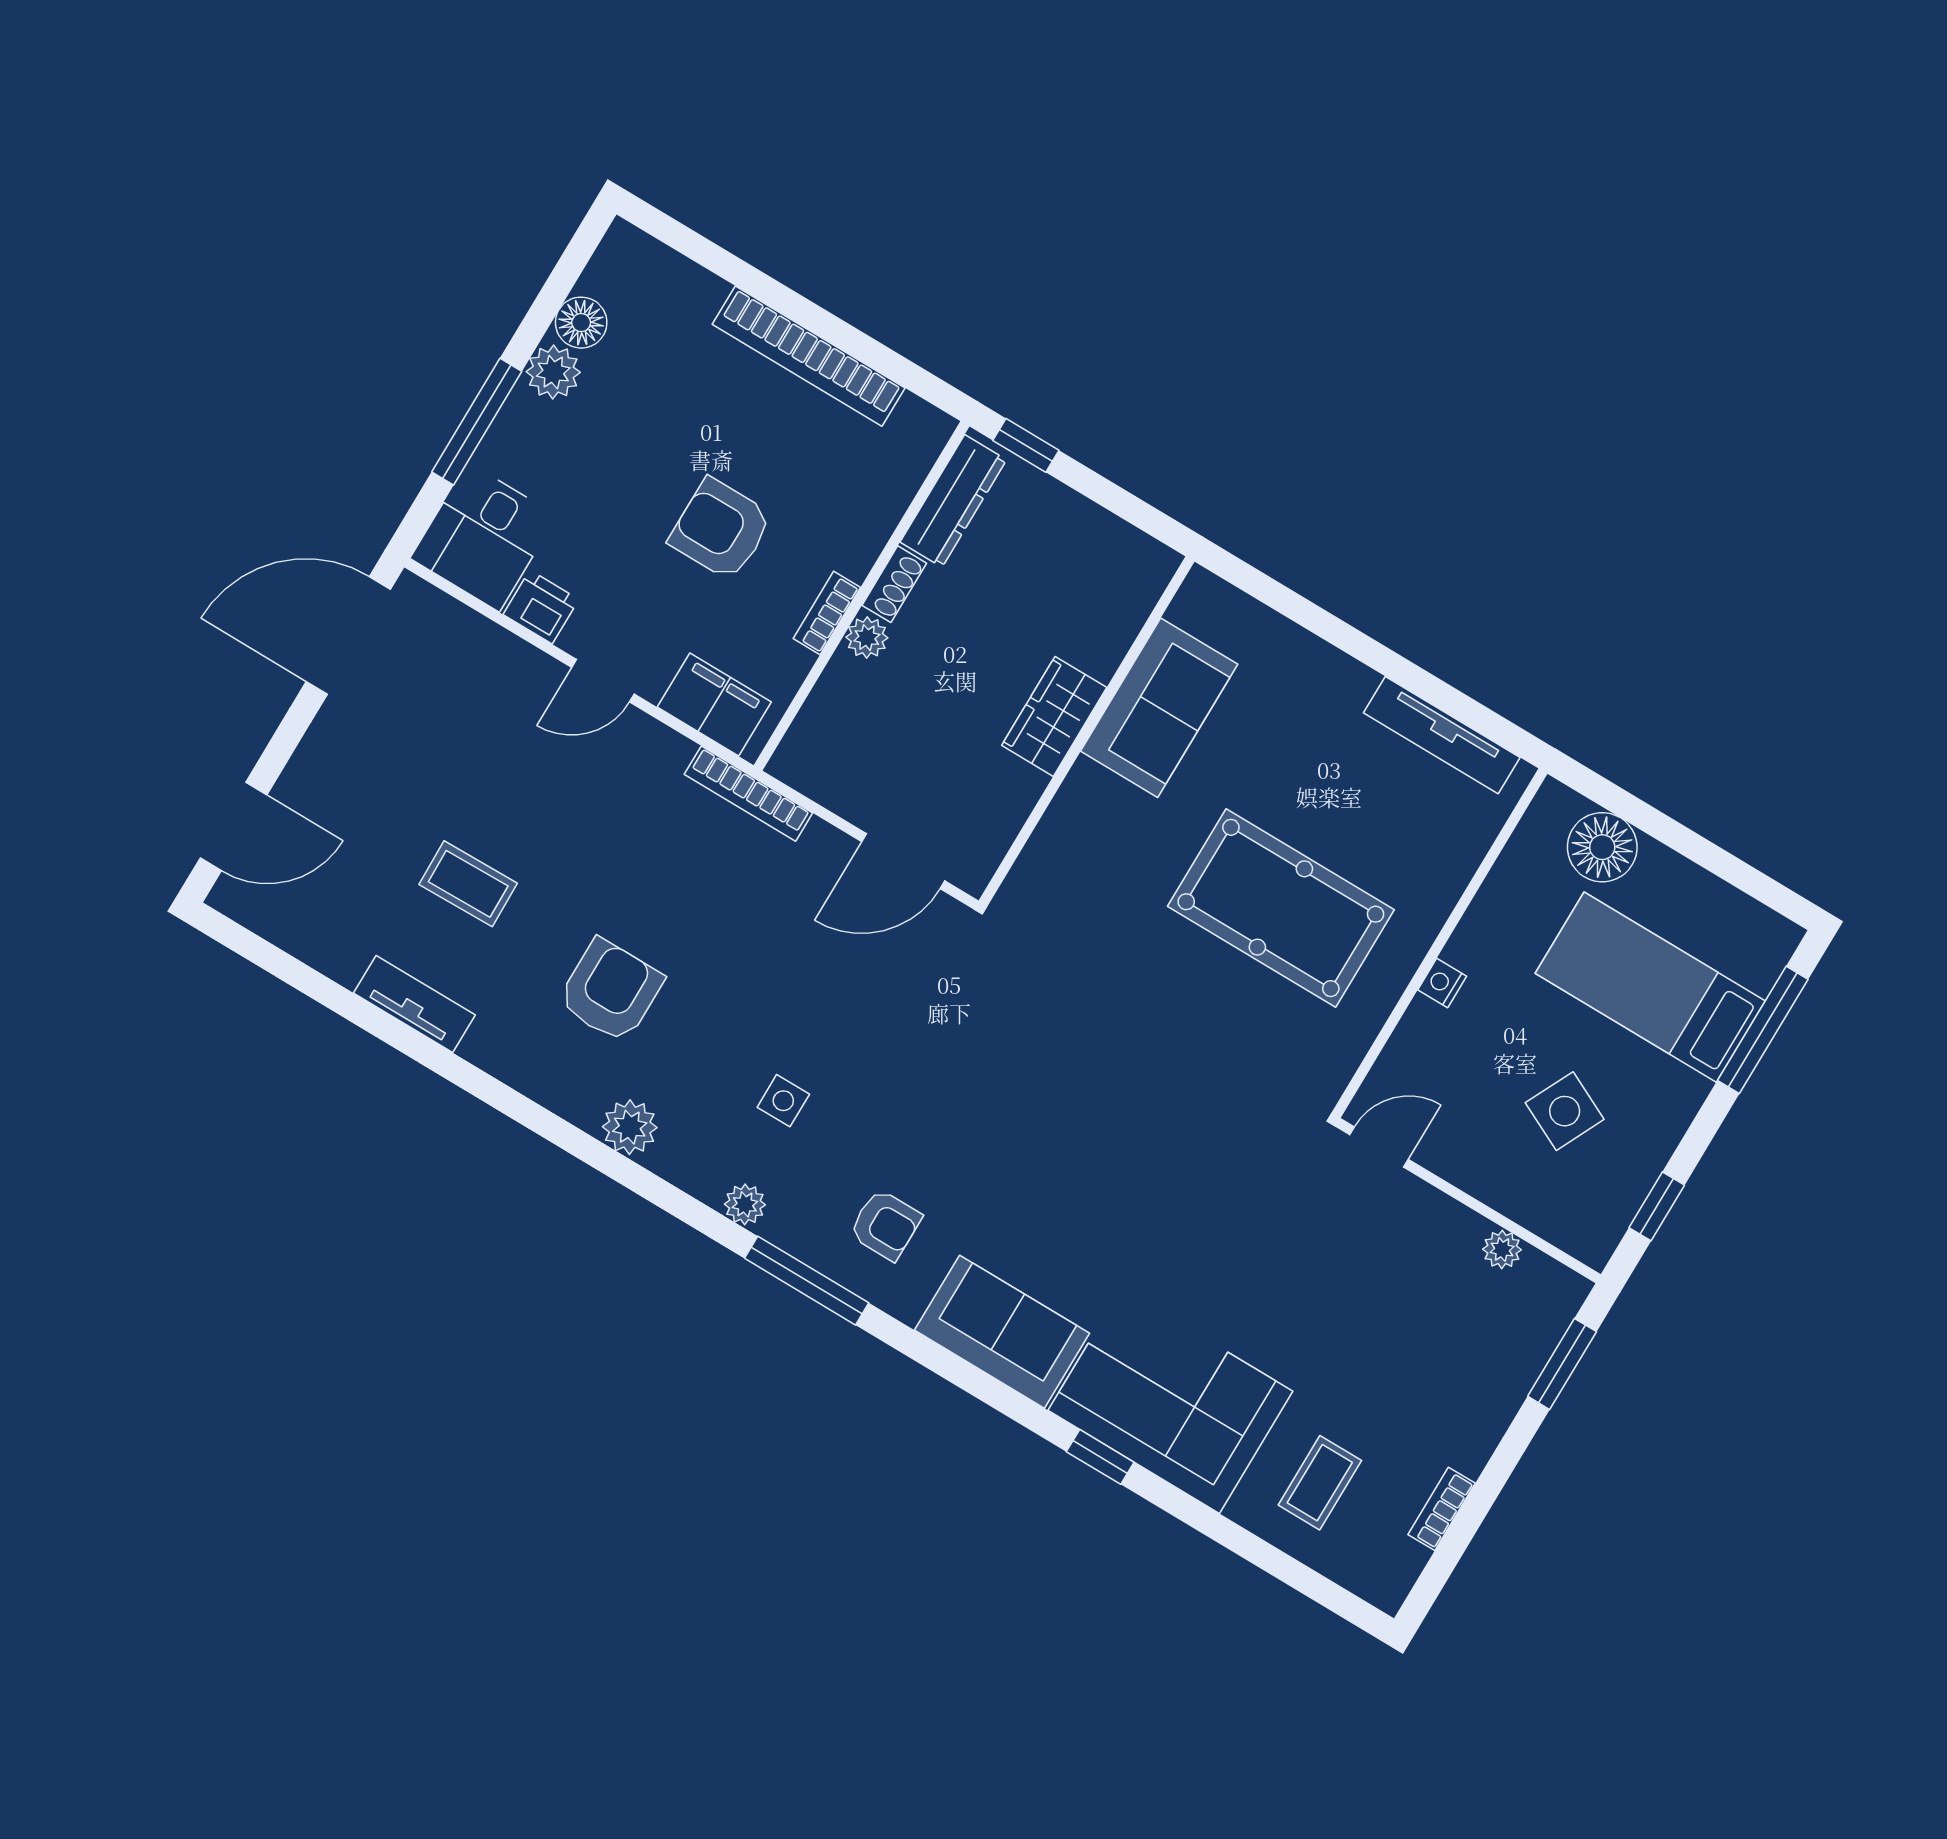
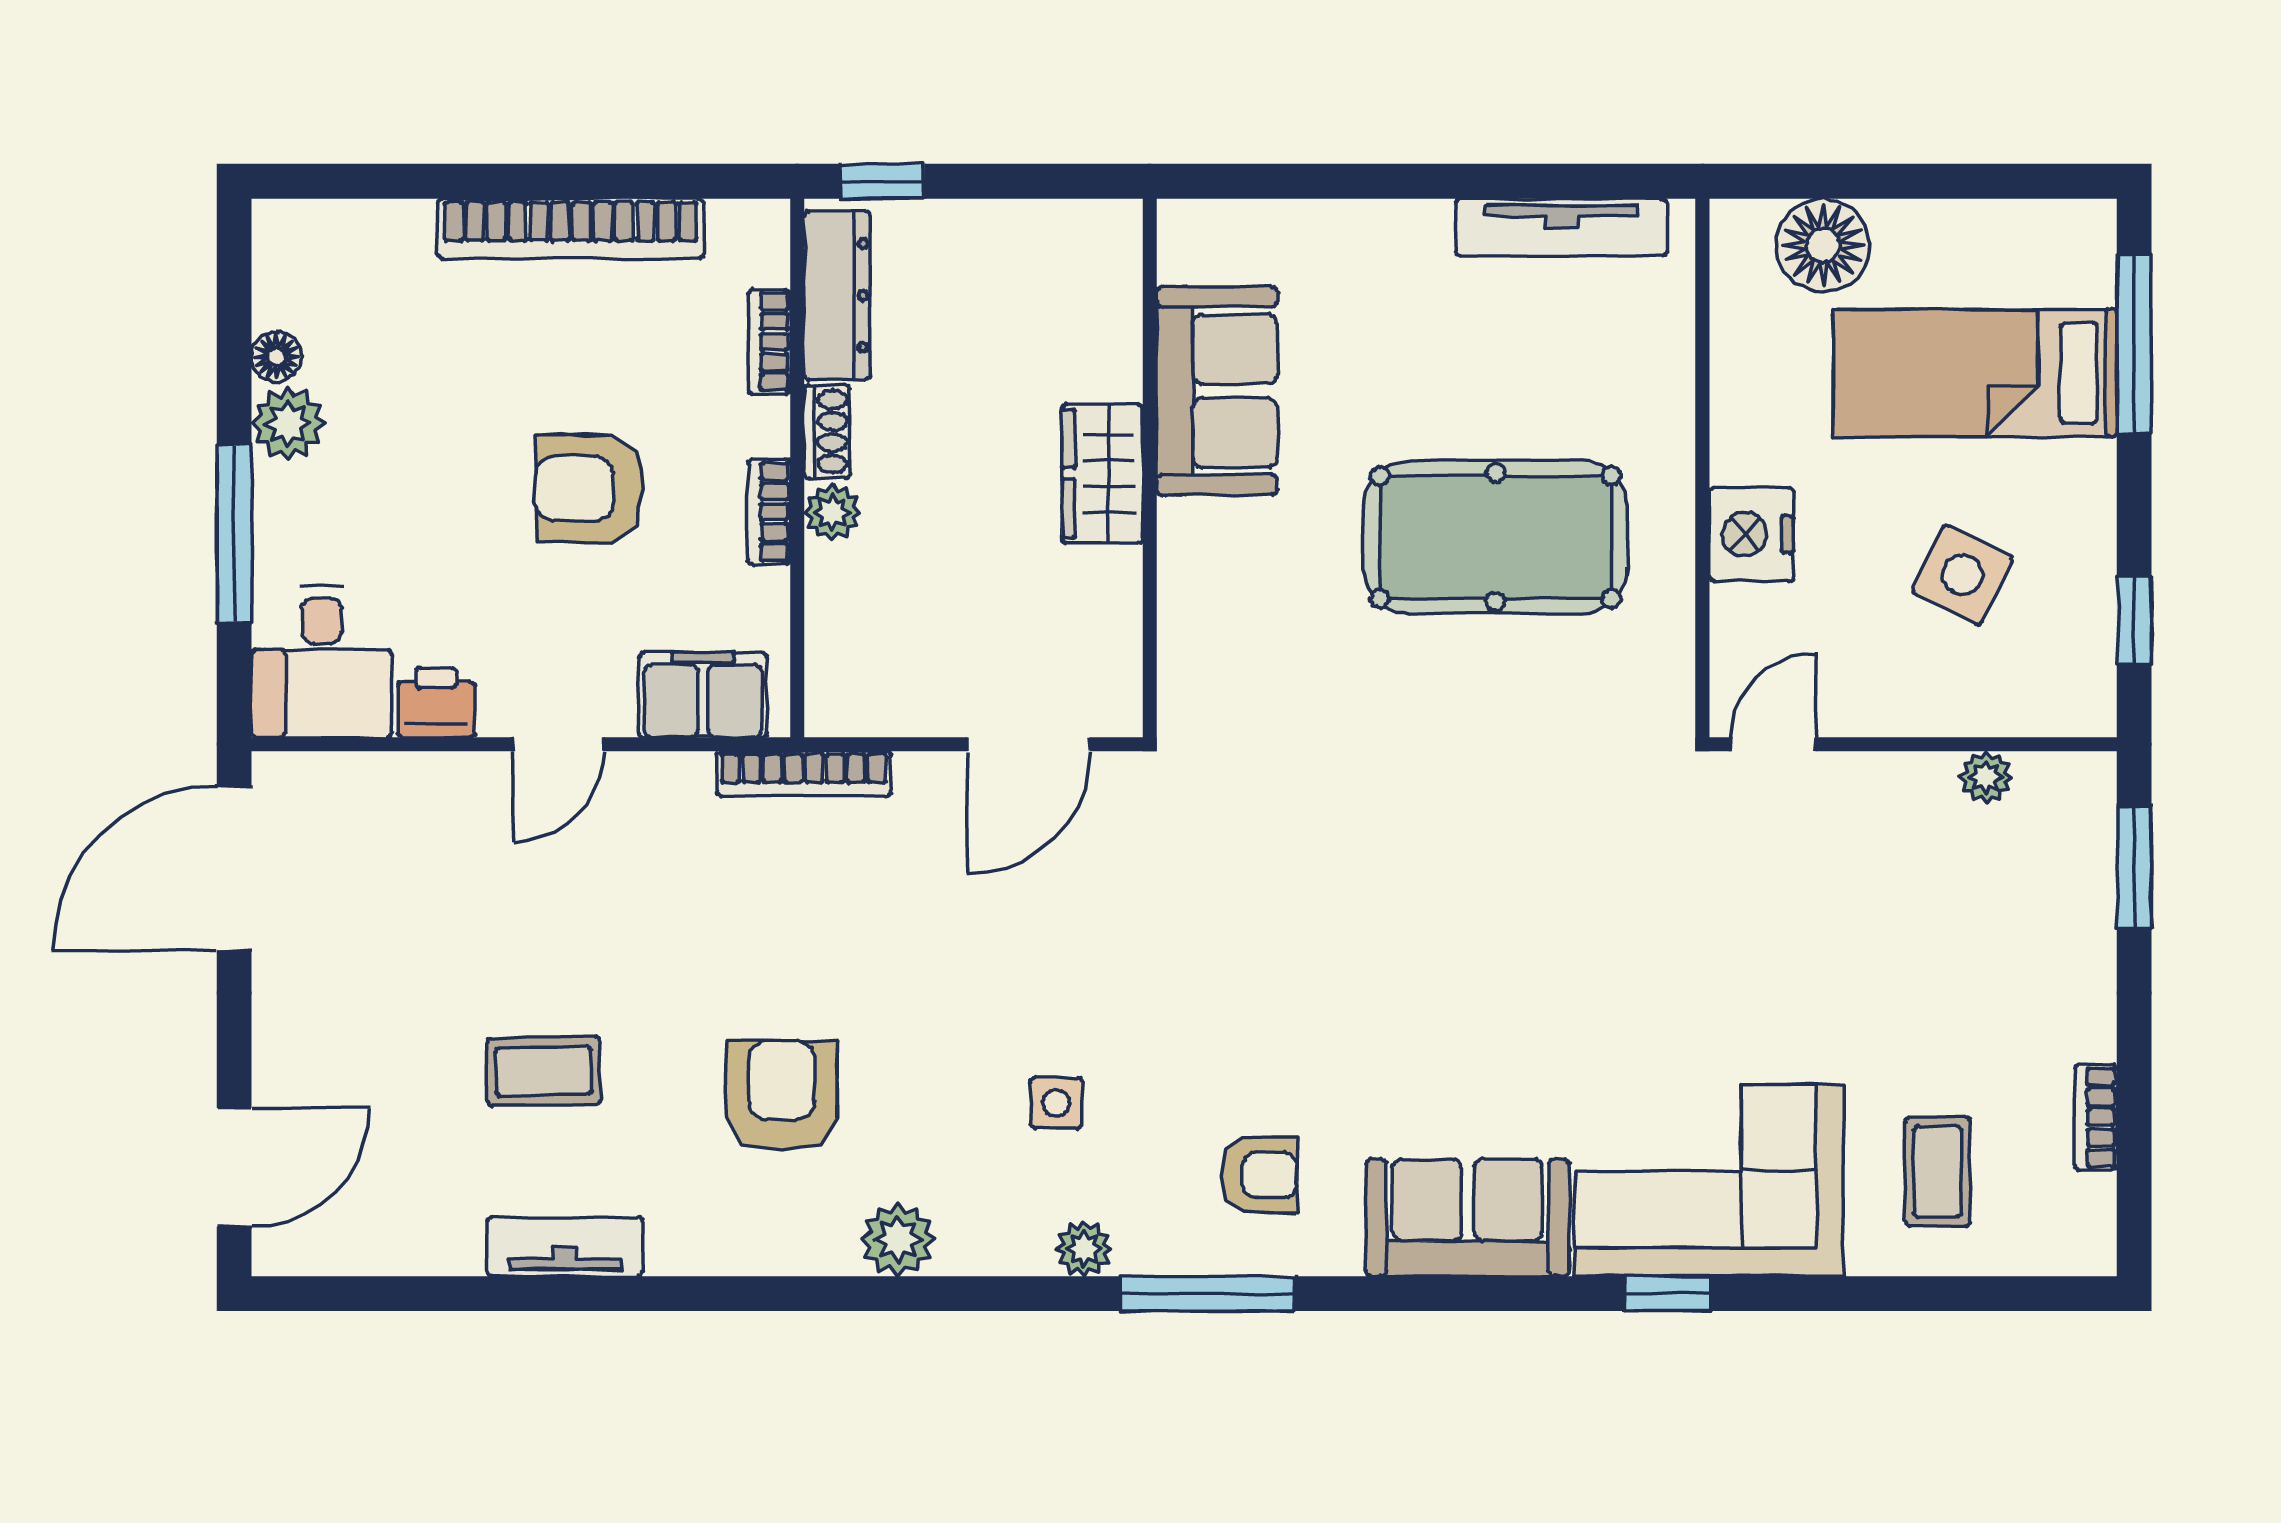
floor lamp: (581, 323) -> (277, 357), width x0.73, depth x0.73
bookcase: (892, 505) -> (769, 342), added
nightstand: (1442, 983) -> (1751, 534), width x1.89, depth x1.79

